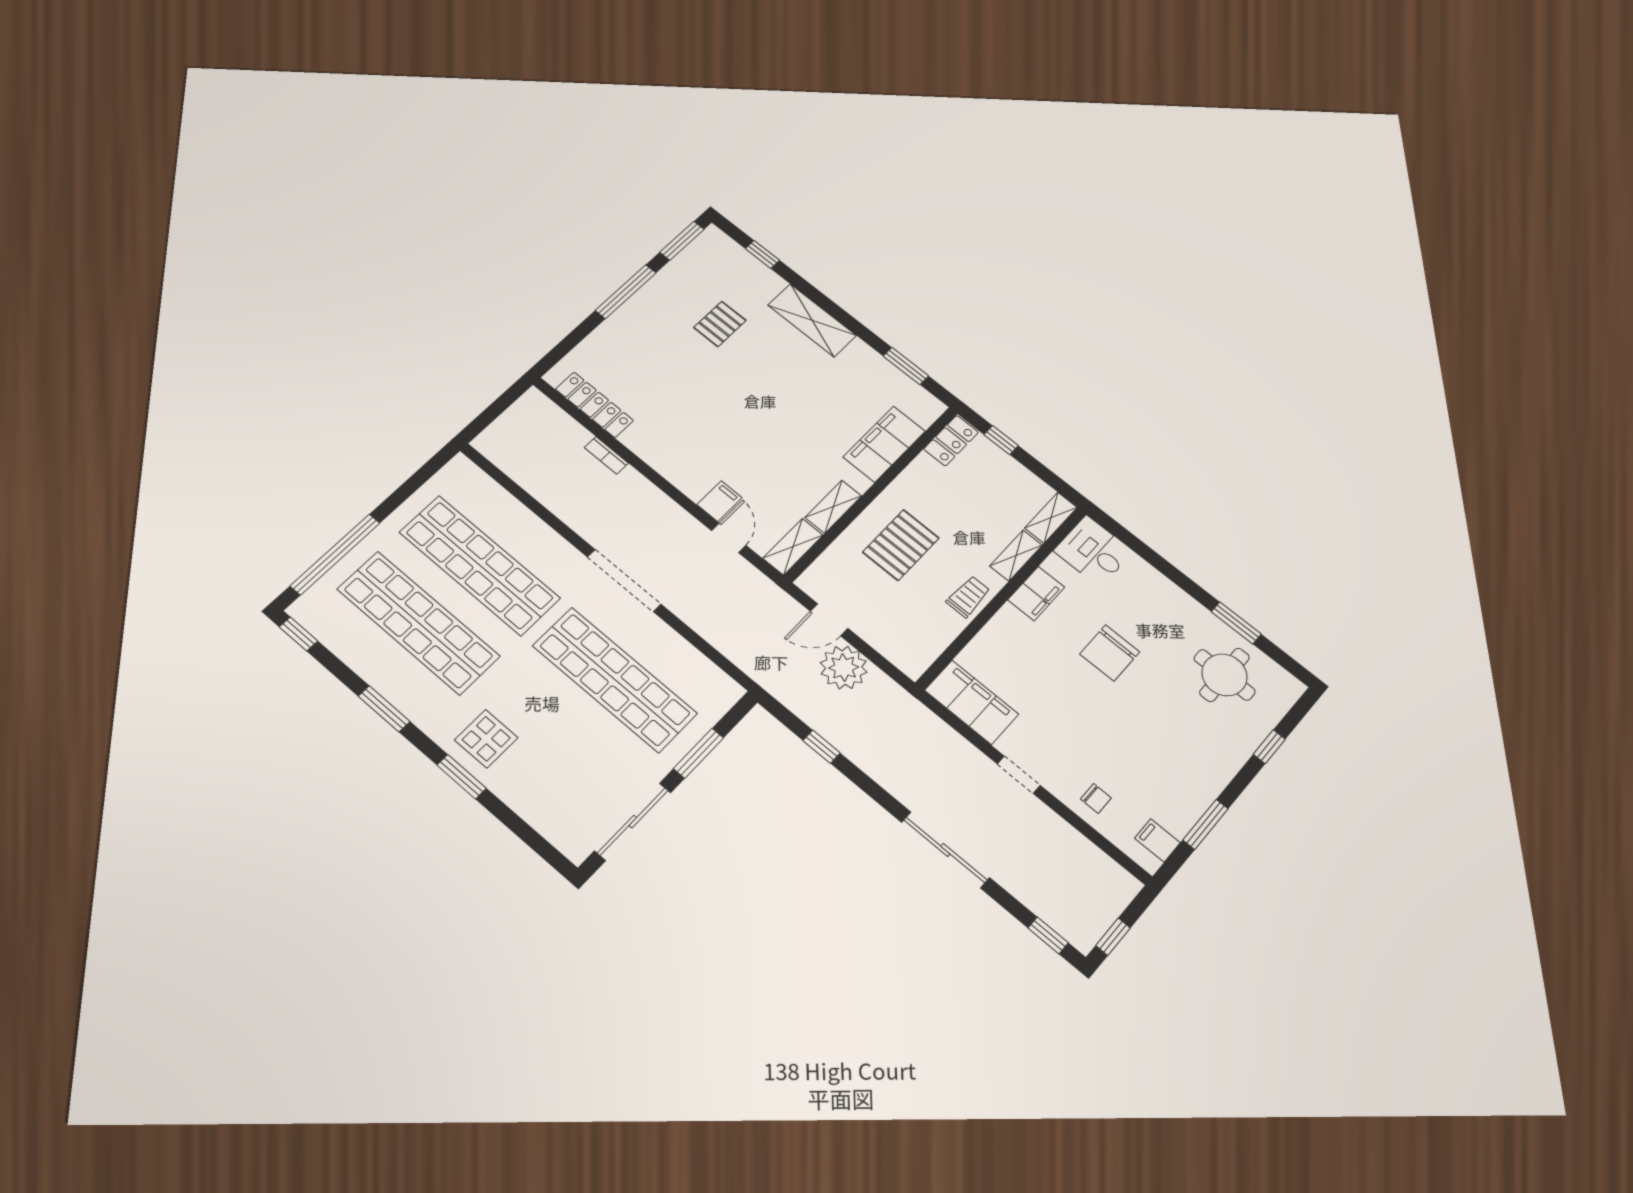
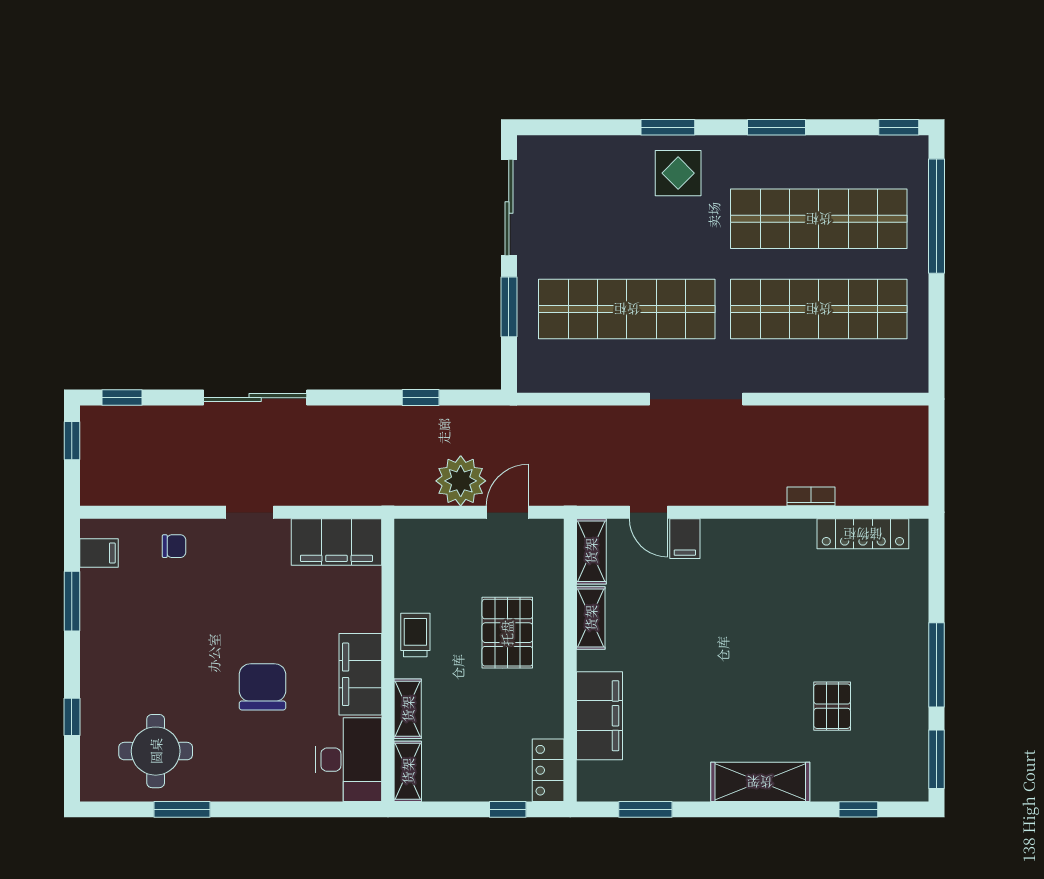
desk: (1093, 551) -> (349, 760), width x1.37
filing cabinet: (1036, 594) -> (360, 674), width x1.50, depth x1.17
trolley: (968, 596) -> (415, 635), turned 180
chair: (1096, 798) -> (174, 546), turned 180

